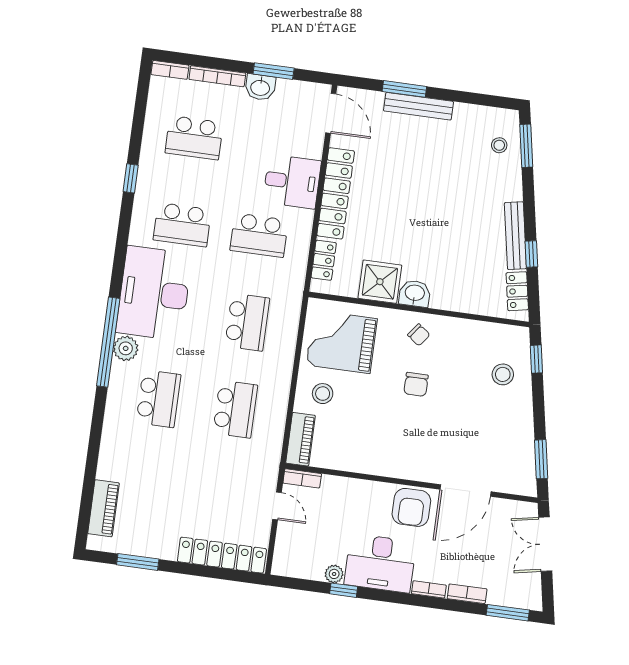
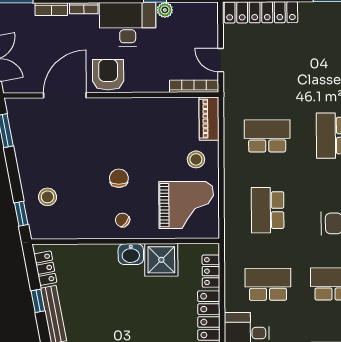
school desk: (235, 409) -> (267, 136), turned 90
bookcase: (302, 478) -> (194, 86), width x1.56

